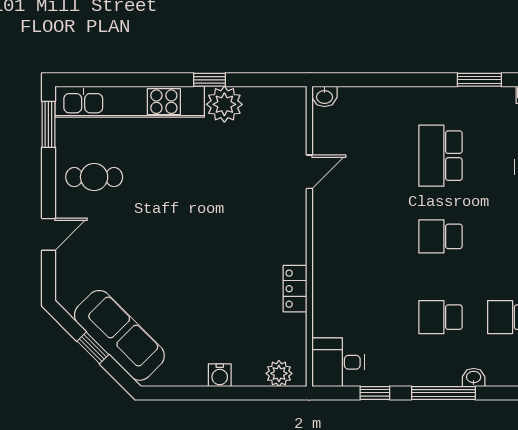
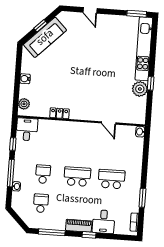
cafe table: (94, 177) -> (113, 31), removed
school desk: (440, 236) -> (77, 177), width x1.85

